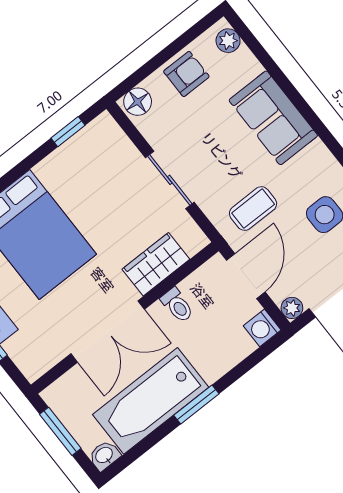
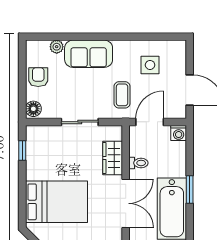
plant: (228, 41) -> (57, 47), moved
door: (246, 276) -> (150, 122), hinge flipped
plant: (292, 308) -> (180, 113), removed

